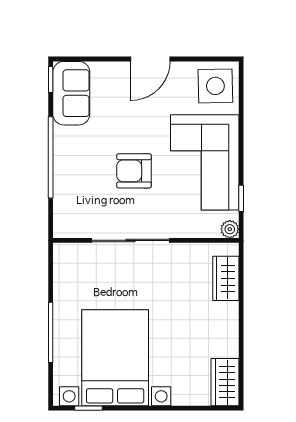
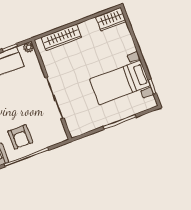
armchair: (134, 171) -> (20, 137), moved
wardrobe: (226, 278) -> (61, 37), width x1.50
bed with nightstands: (115, 358) -> (120, 82), width x0.73

